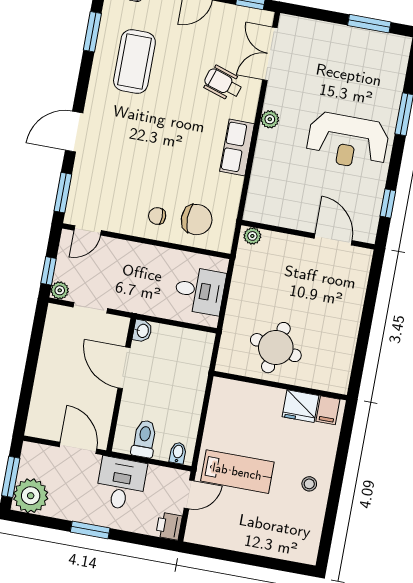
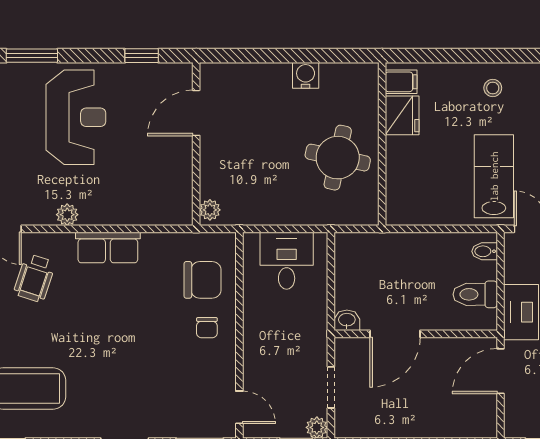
chair: (197, 220) -> (203, 280), turned 90
water cooler: (347, 334) -> (306, 75), added

